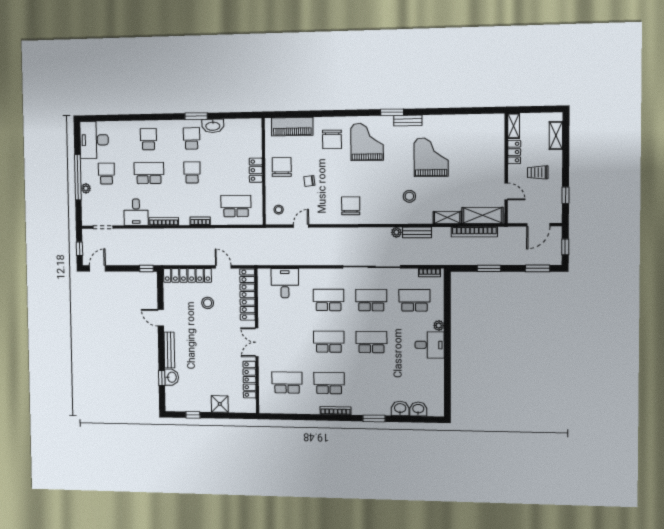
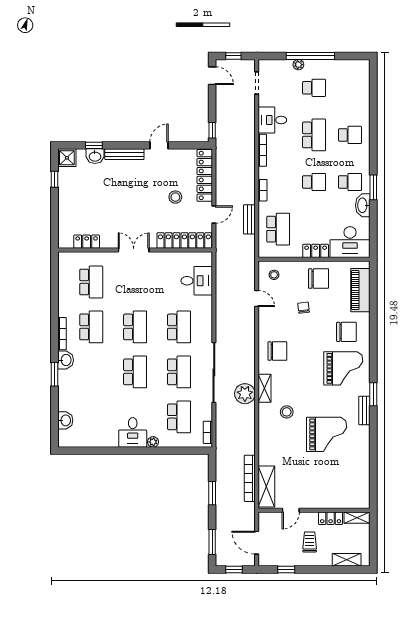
chair: (332, 139) -> (346, 332), turned 180
desk: (94, 140) -> (350, 242), moved, turned 180
shelving: (447, 218) -> (265, 388), moved
plant: (396, 232) -> (245, 394), width x1.88, depth x1.88
bench: (417, 232) -> (249, 219), moved
locker: (250, 380) -> (87, 242), width x0.66
shower: (220, 404) -> (67, 158), moved
washbasin: (400, 408) -> (66, 360), moved

